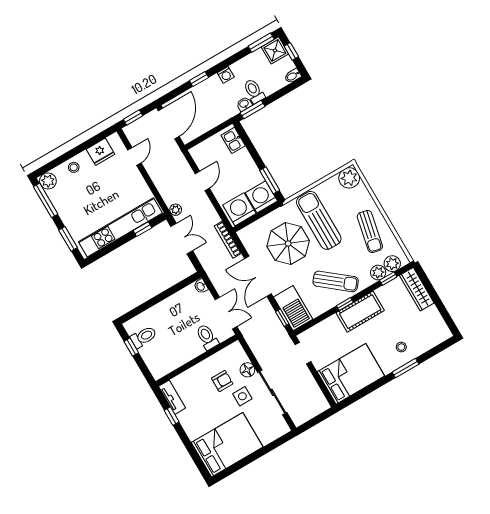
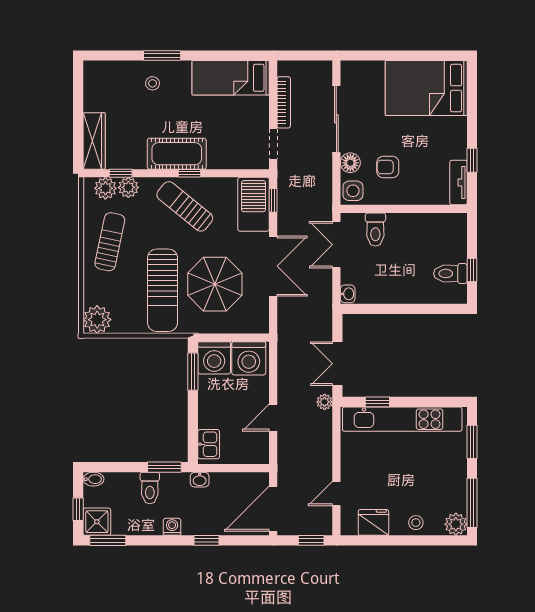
washbasin: (244, 104) -> (200, 480), moved
bookcase: (228, 240) -> (284, 102), moved
bed: (351, 374) -> (231, 78), width x0.67
side table: (242, 396) -> (353, 191), moved

